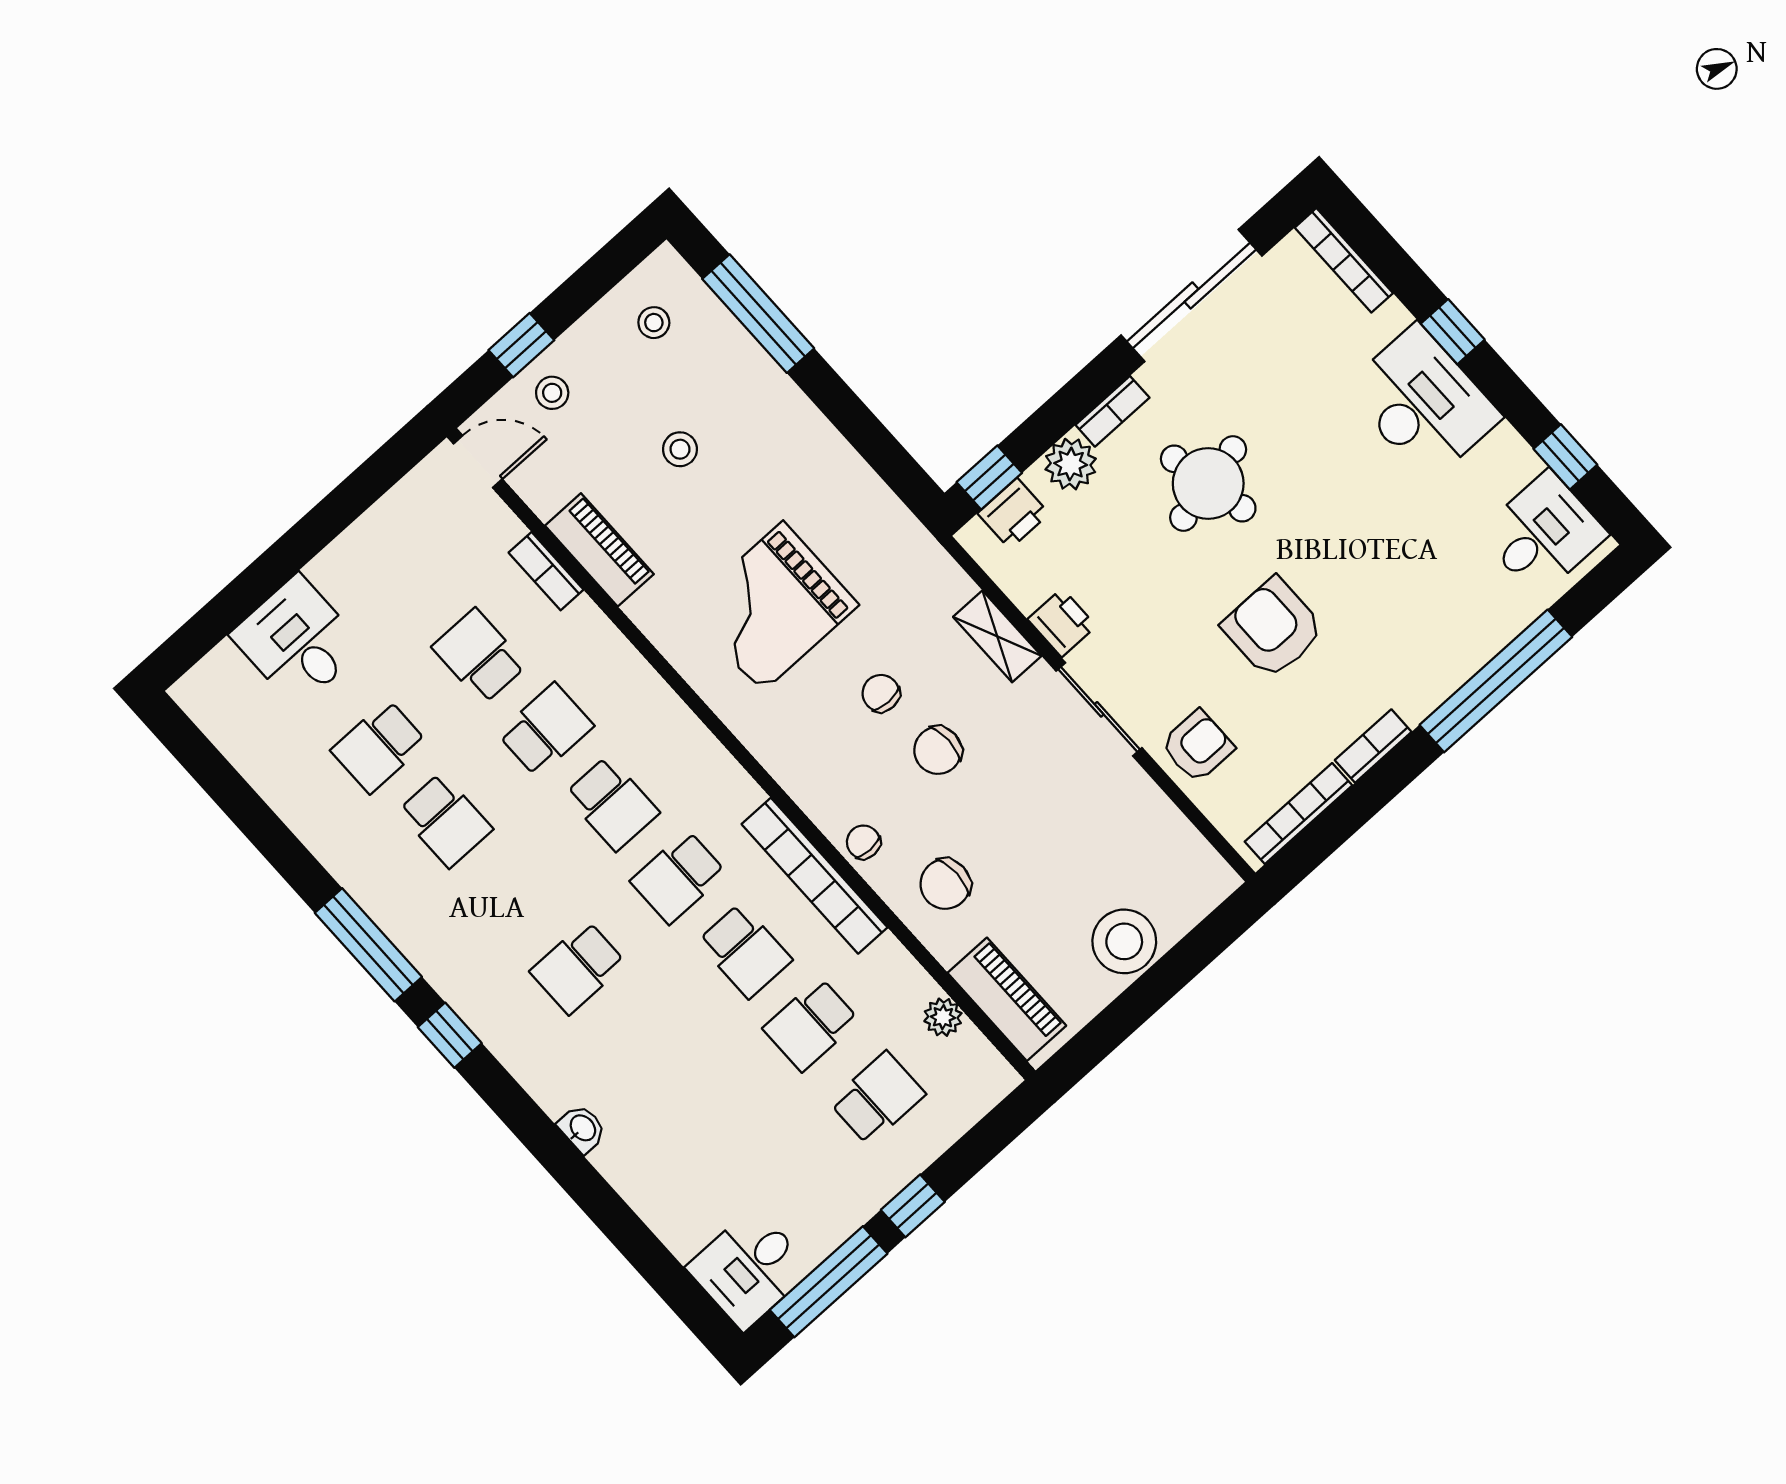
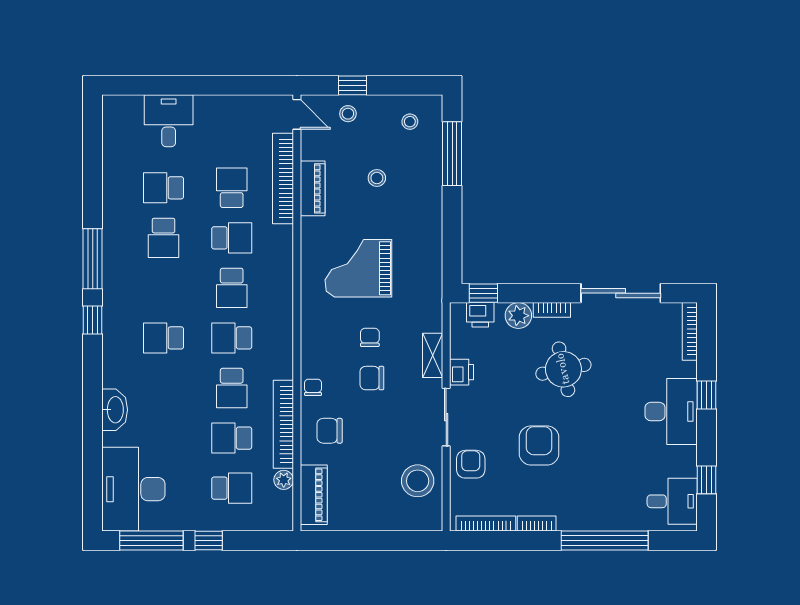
bookcase: (546, 571) -> (283, 178), width x2.31, depth x1.31
armchair: (1198, 746) -> (471, 464), turned -90
bookcase: (815, 876) -> (283, 424), moved
stool: (1124, 941) -> (418, 481), moved
washbasin: (582, 1129) -> (115, 410), width x1.91, depth x1.45
desk: (749, 1268) -> (133, 489), width x1.87, depth x1.30

